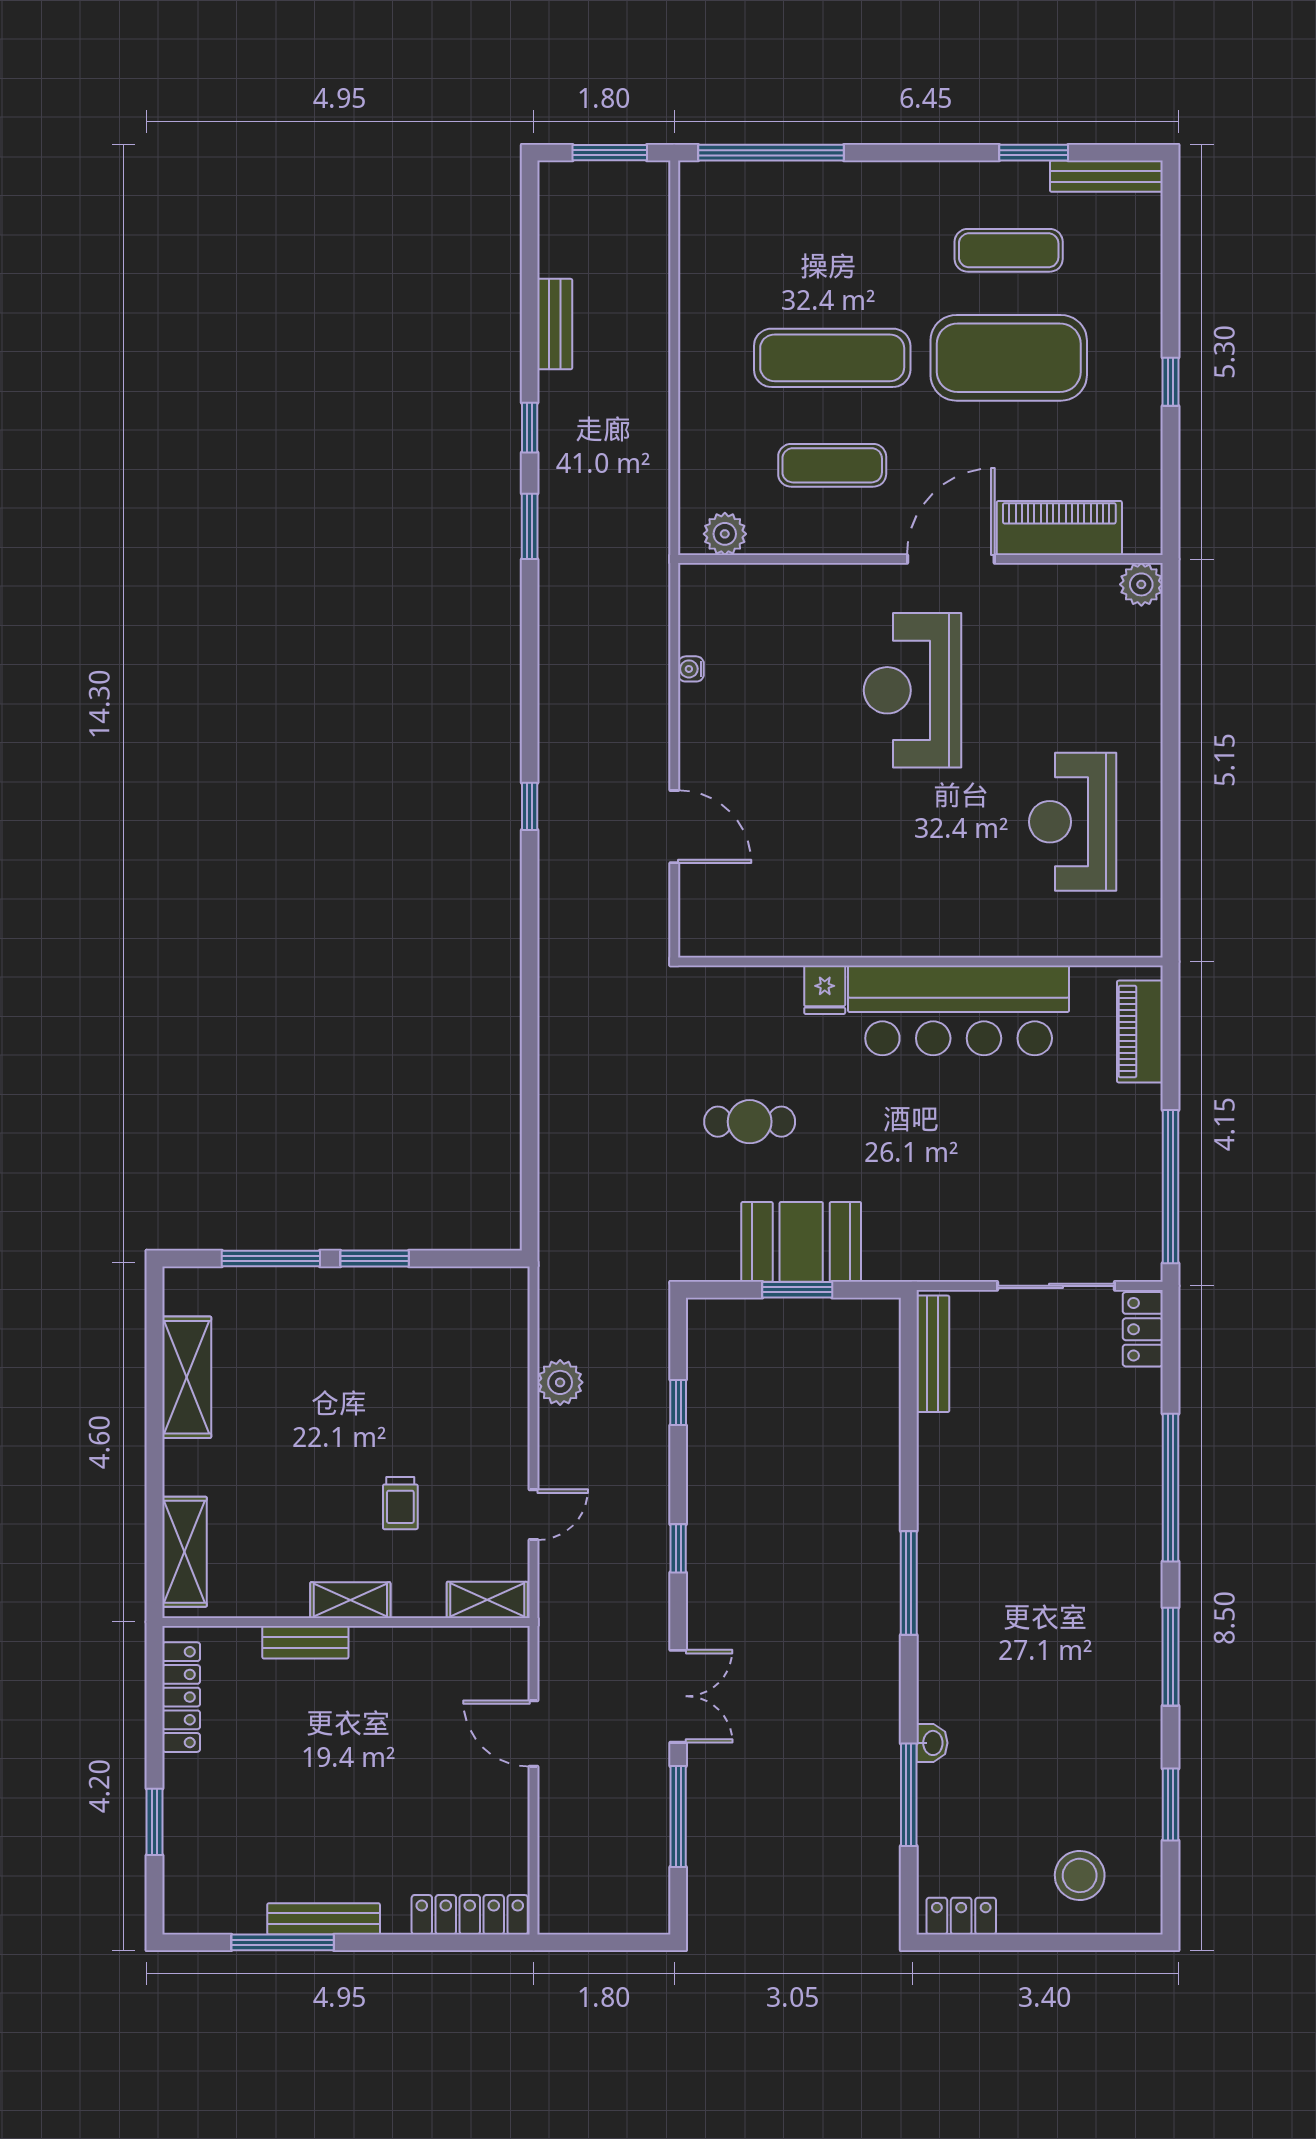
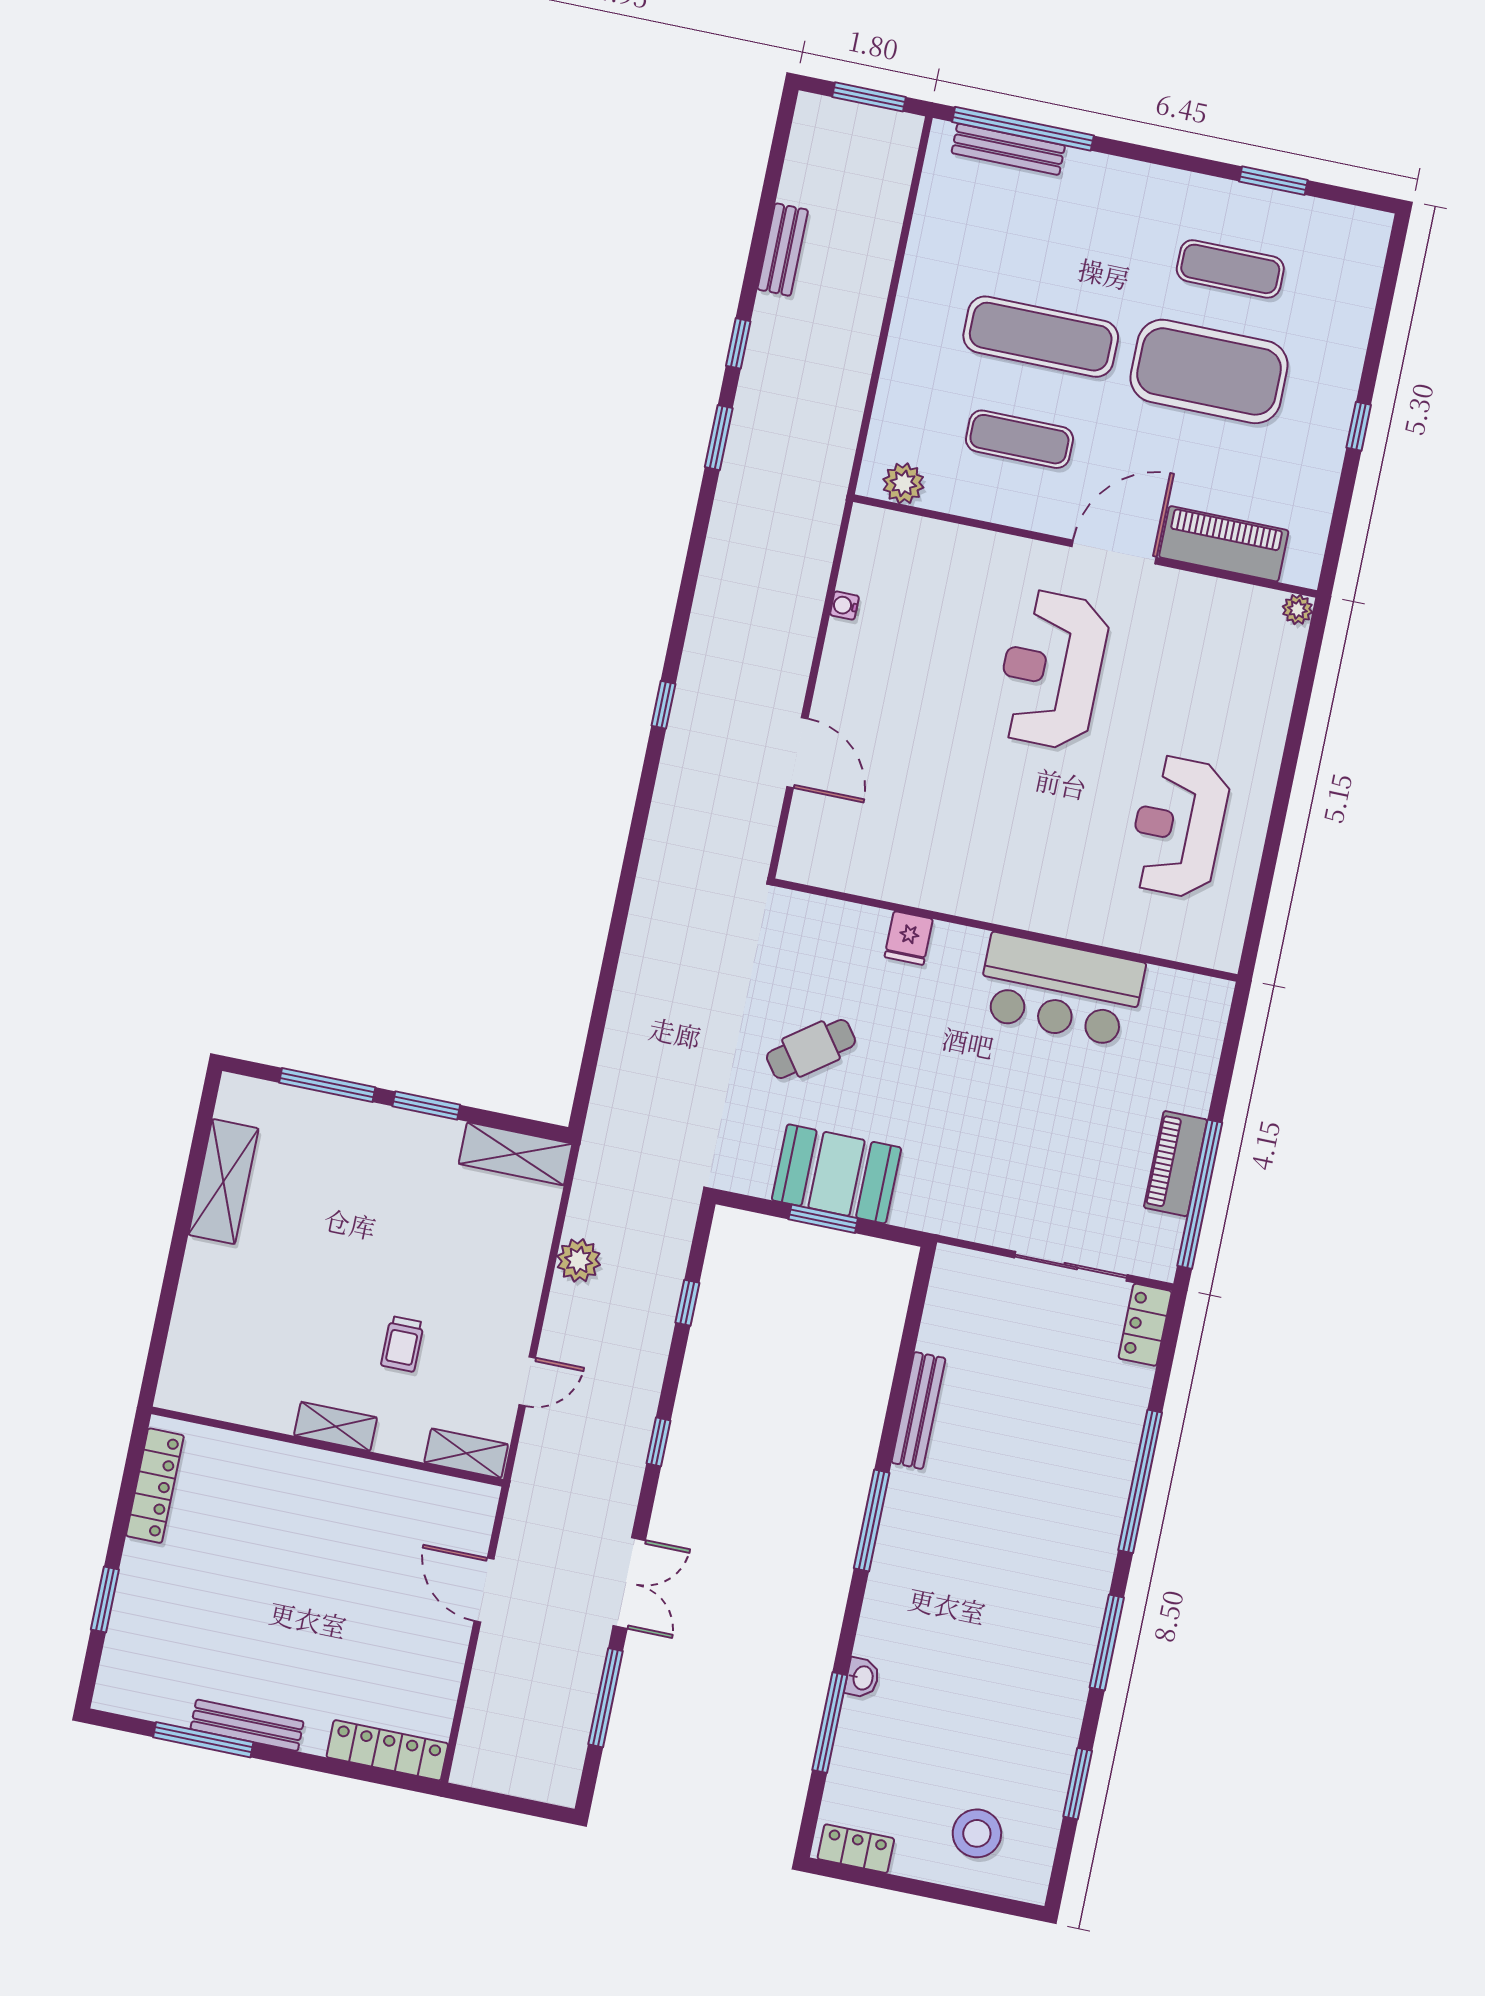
bench: (1106, 176) -> (1008, 149), moved
plant: (1141, 584) -> (1297, 609), width x0.73, depth x0.73
bar counter: (959, 1010) -> (1060, 990), width x0.73
piano: (1140, 1032) -> (1176, 1164), moved
cafe table: (750, 1122) -> (811, 1049), turned -36
bench: (933, 1354) -> (918, 1410), moved
shelving: (184, 1552) -> (516, 1154), moved, turned 90
bench: (305, 1642) -> (284, 1458), removed

